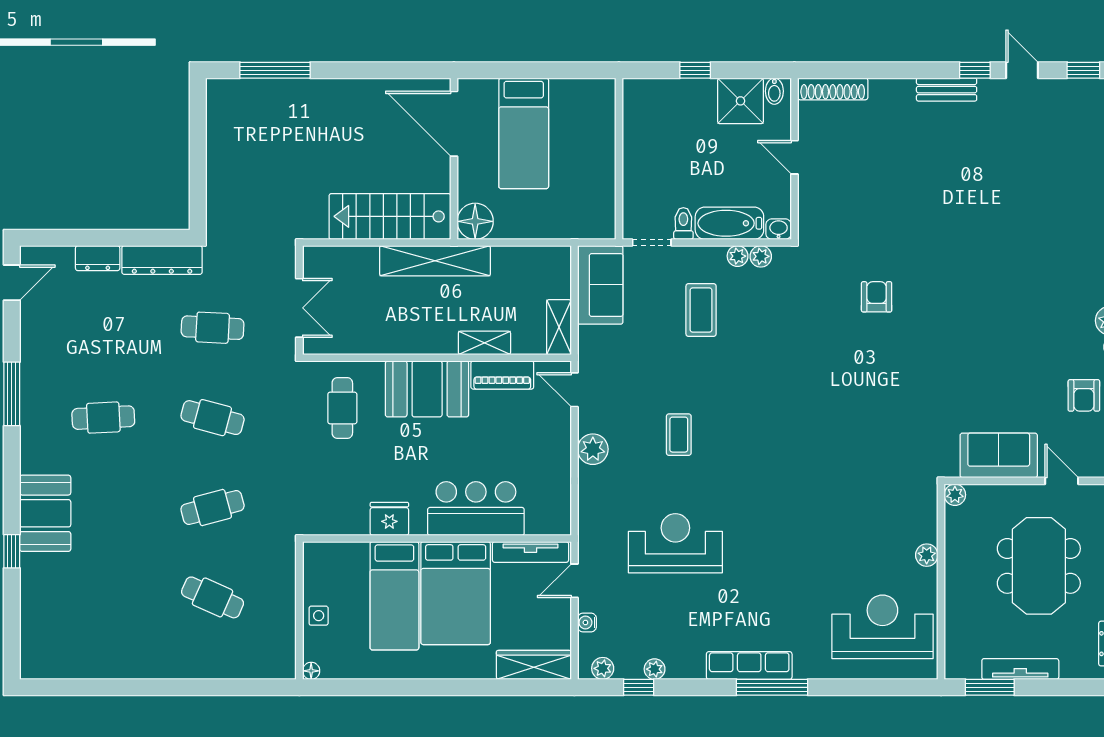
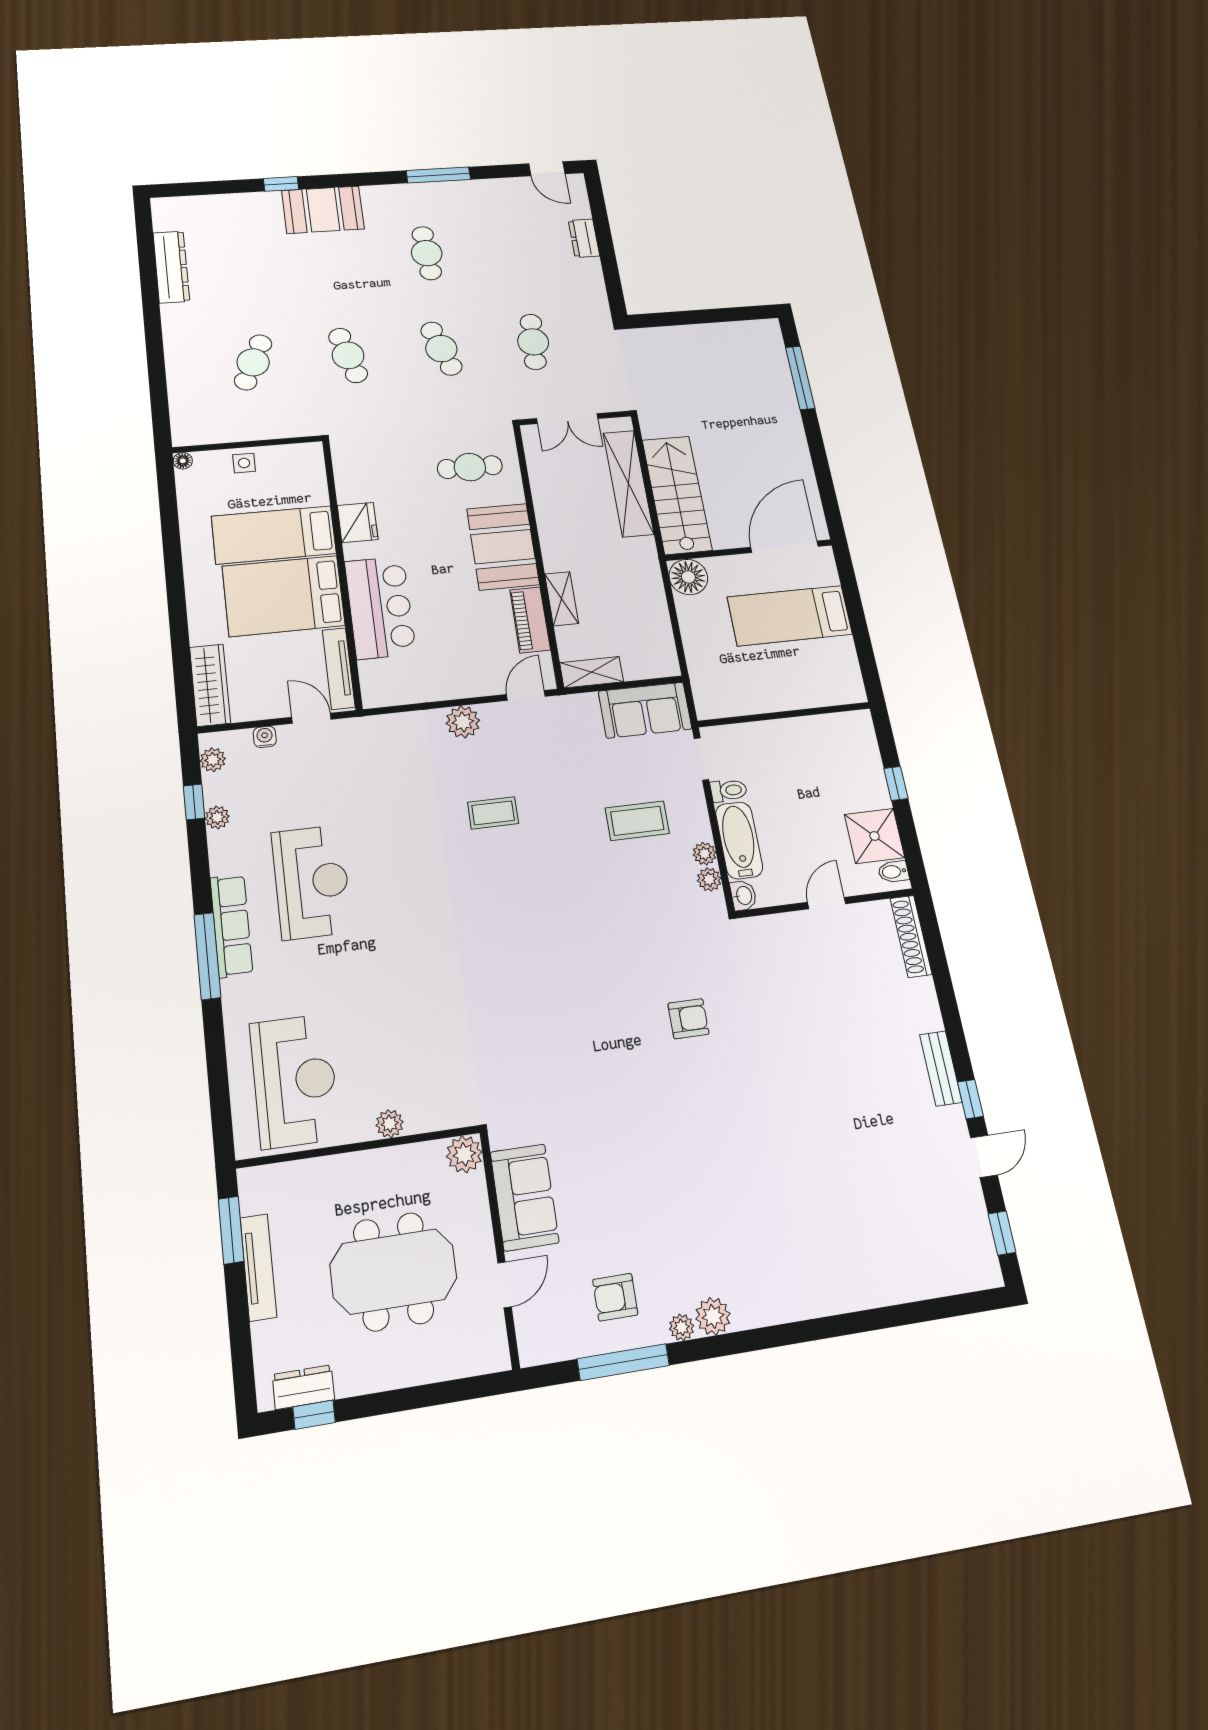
dresser: (162, 260) -> (171, 267), moved, turned 180
shelving: (435, 261) -> (628, 483), moved
cafe table: (213, 418) -> (441, 349), turned -33
plant: (955, 495) -> (464, 1154), width x1.38, depth x1.38
reception desk: (675, 543) -> (312, 882), moved

